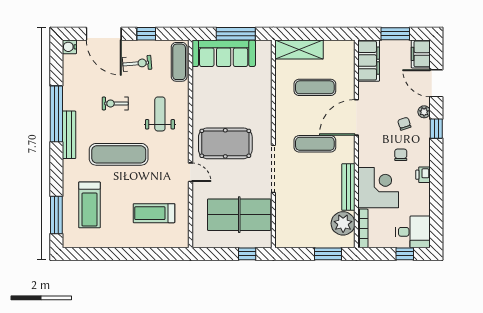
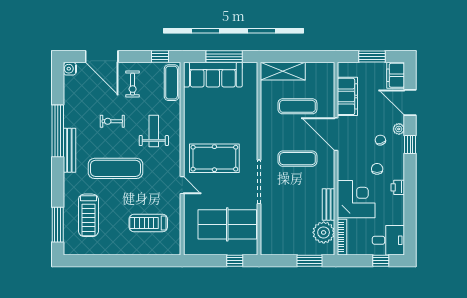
window: (146, 34) -> (160, 57), moved
filing cabinet: (369, 61) -> (347, 96), moved
exercise bike: (137, 63) -> (133, 84), turned 95
door: (356, 117) -> (336, 134), hinge flipped
bench: (348, 187) -> (328, 205), width x0.73

